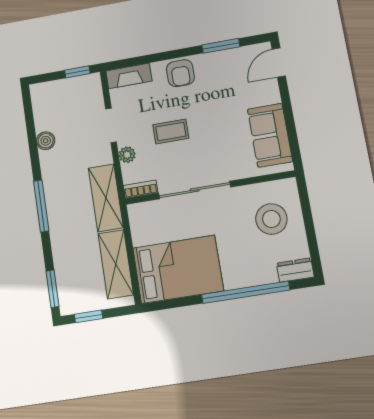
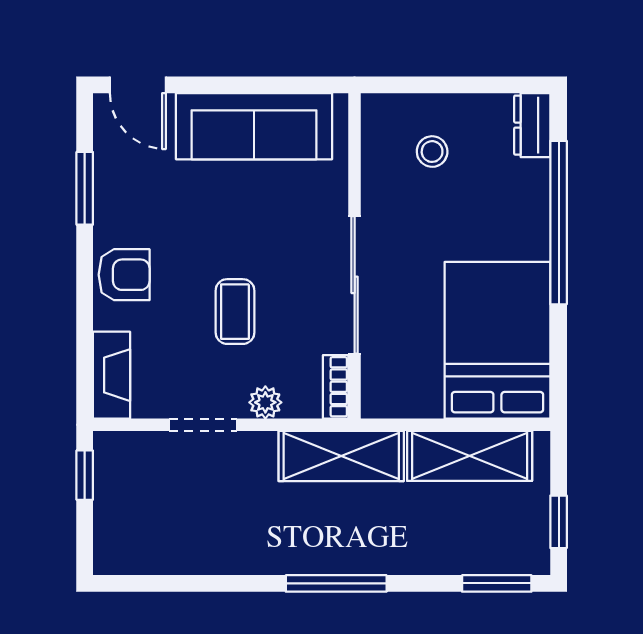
sofa: (270, 135) -> (254, 126), width x1.36
boiler: (46, 141) -> (211, 557), removed
stool: (271, 219) -> (432, 152), width x0.53, depth x0.53

